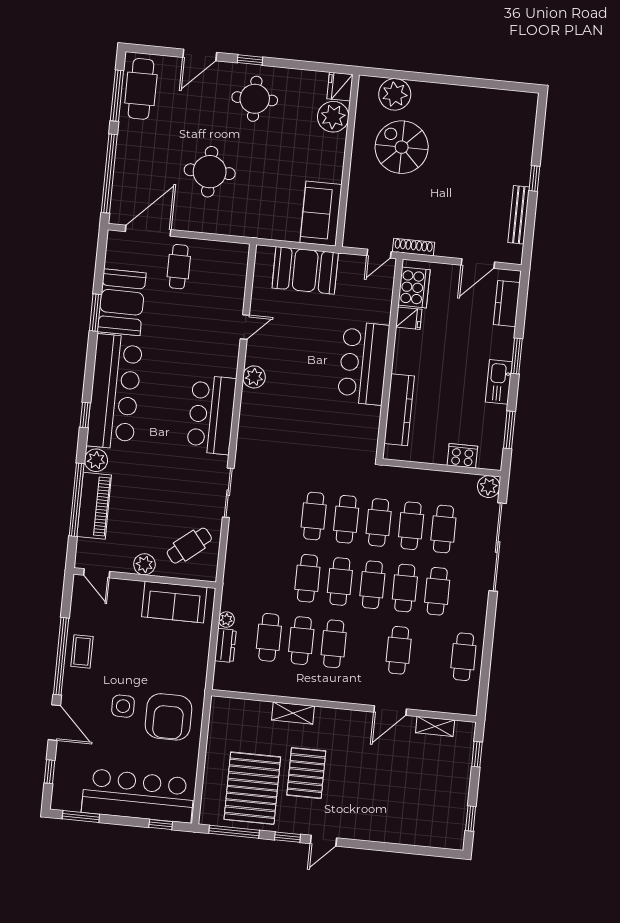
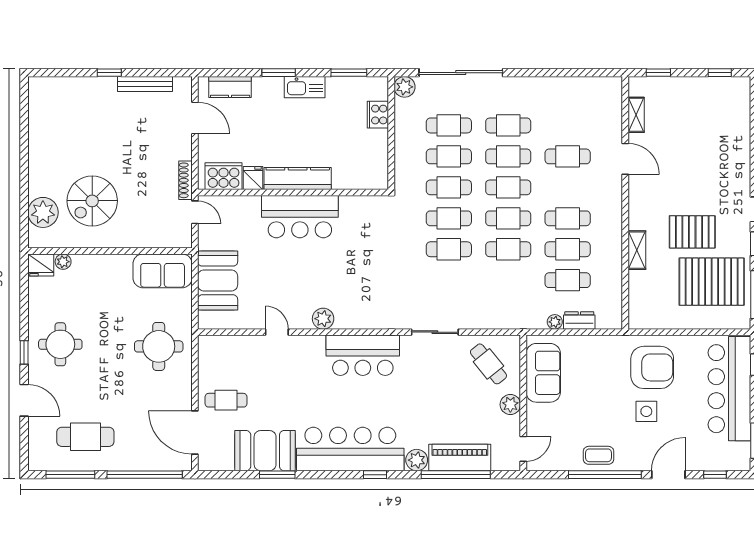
cafe table: (141, 89) -> (85, 437), moved
plant: (333, 117) -> (63, 262), width x0.53, depth x0.53
round table: (210, 172) -> (159, 346), moved
kitchen counter: (399, 410) -> (298, 178), moved
cafe table: (463, 657) -> (568, 95), removed

